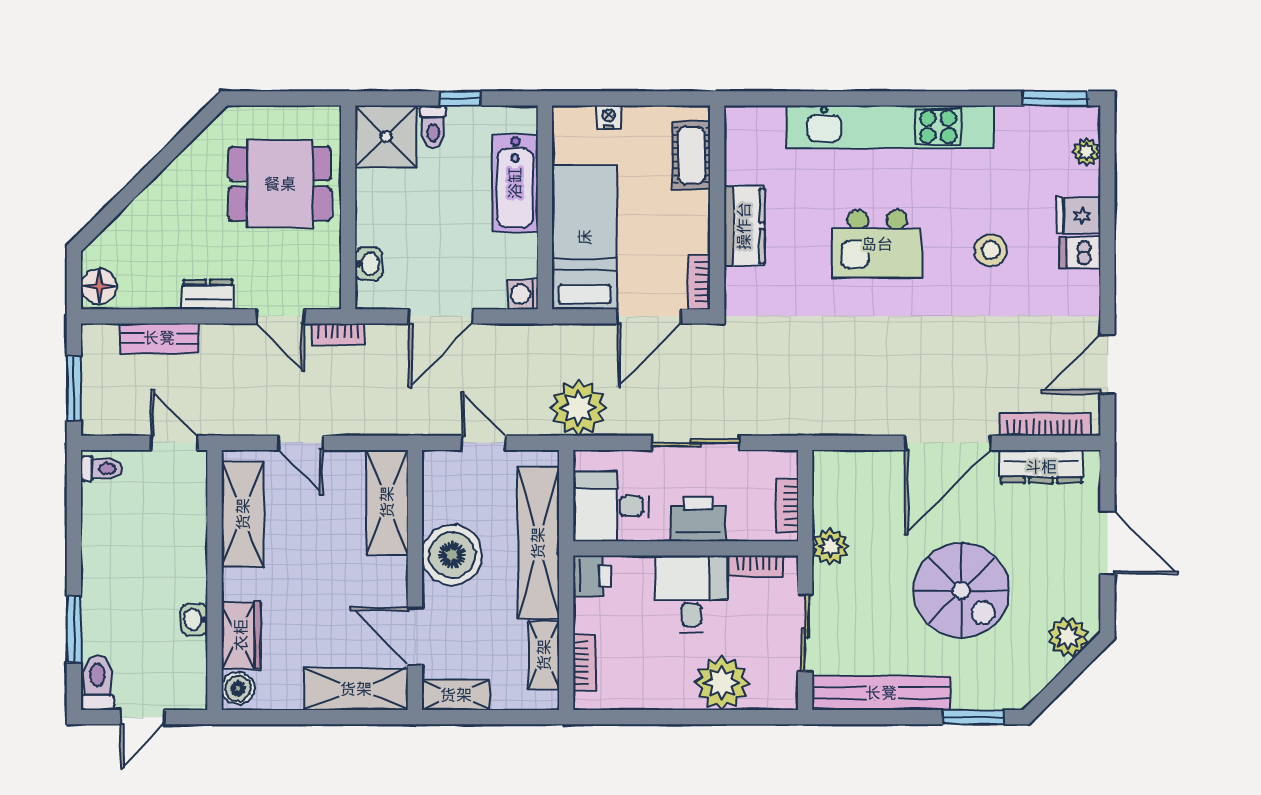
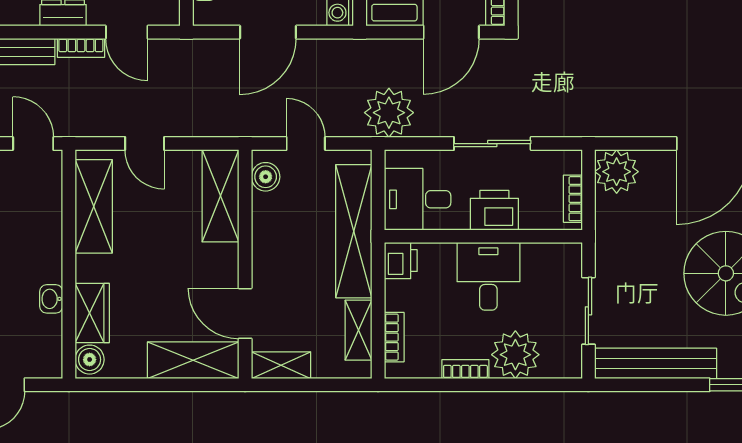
bookcase: (338, 334) -> (81, 48), moved
plant: (830, 546) -> (617, 172), moved, width x1.36, depth x1.36
boiler: (452, 555) -> (266, 177), moved, width x0.54, depth x0.54
bookcase: (757, 566) -> (465, 369), moved, turned 180

